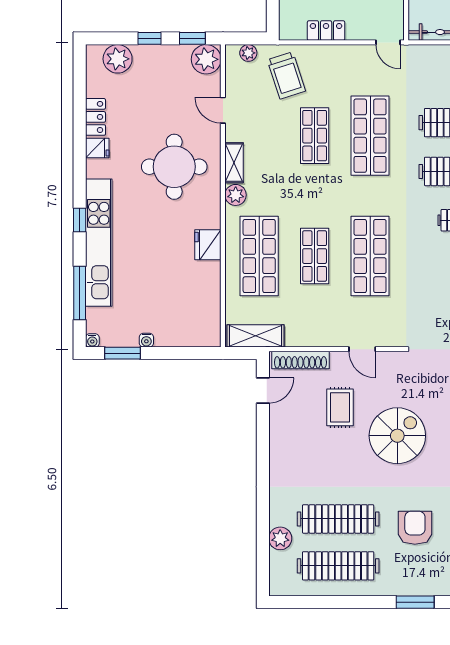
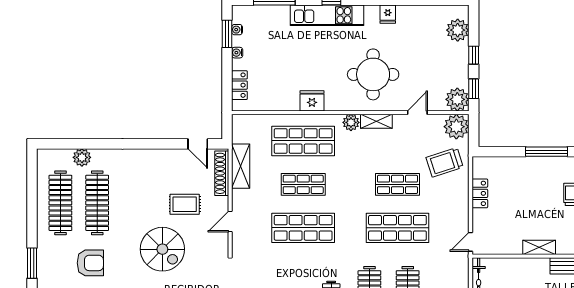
plant: (248, 53) -> (456, 127), width x1.87, depth x1.87
locker: (95, 117) -> (239, 85), moved, turned -90
kitchen unit: (99, 243) -> (327, 15), width x0.73
shelving: (256, 336) -> (241, 166), moved
water cooler: (92, 340) -> (237, 30), moved

